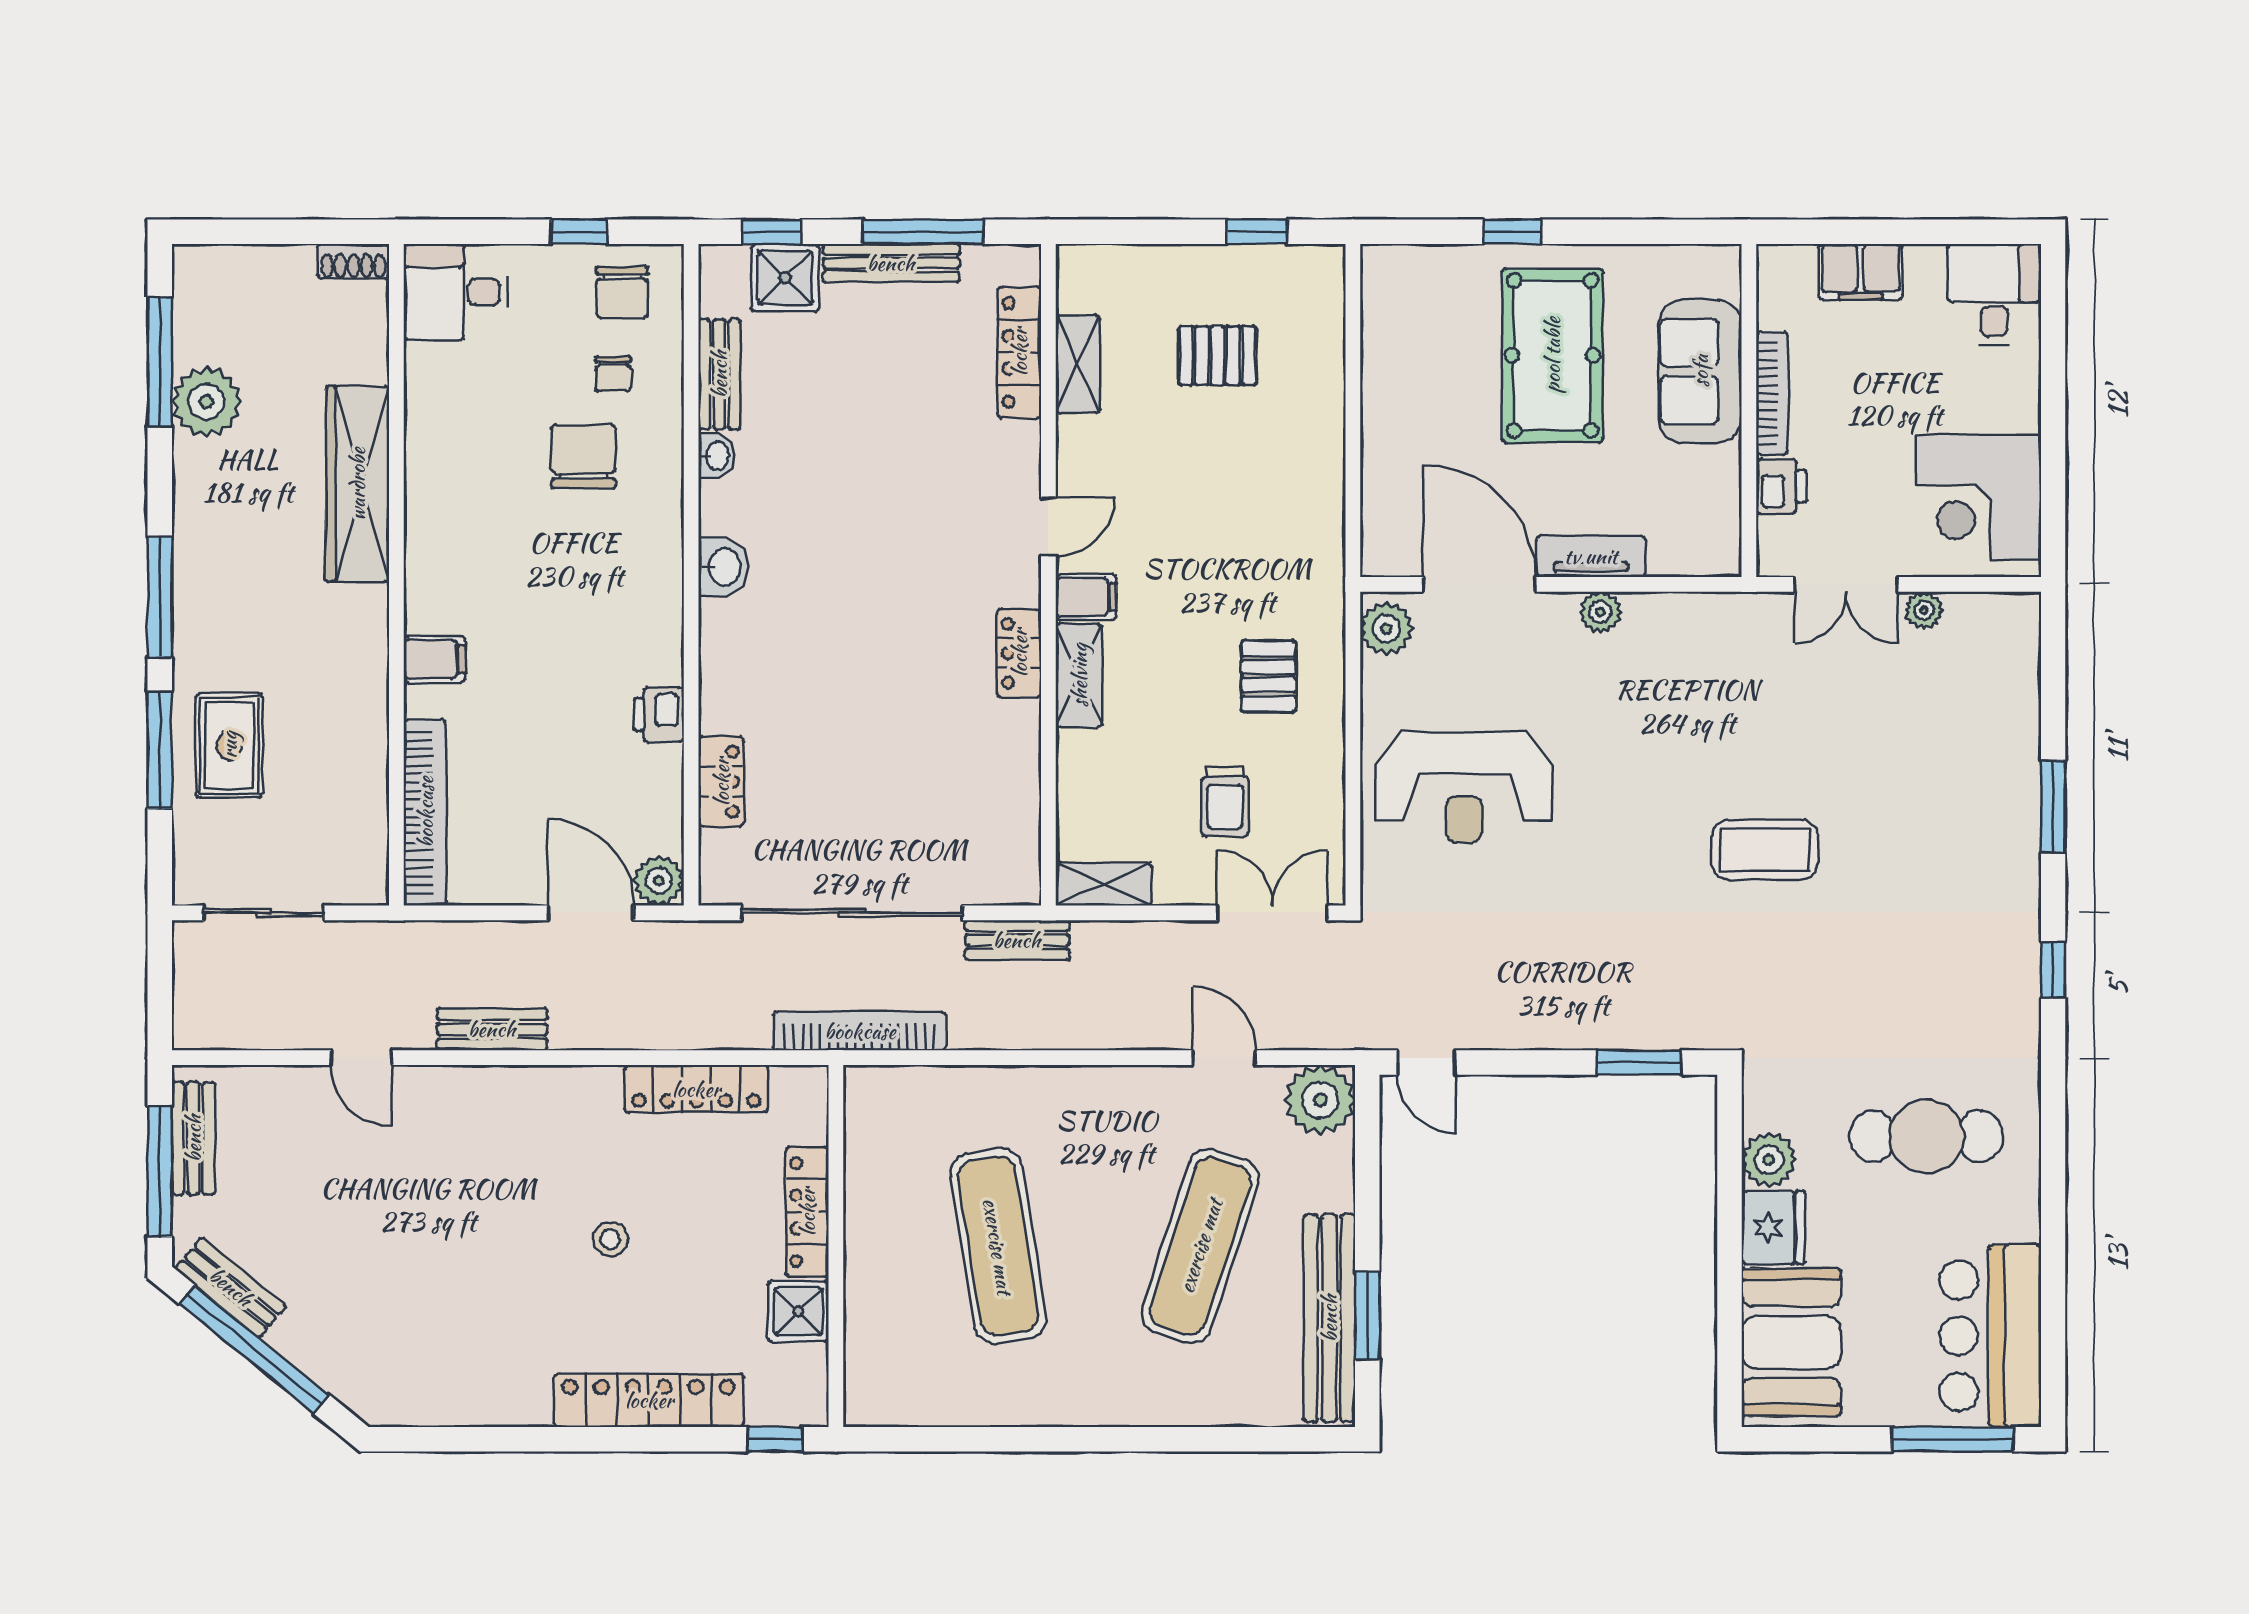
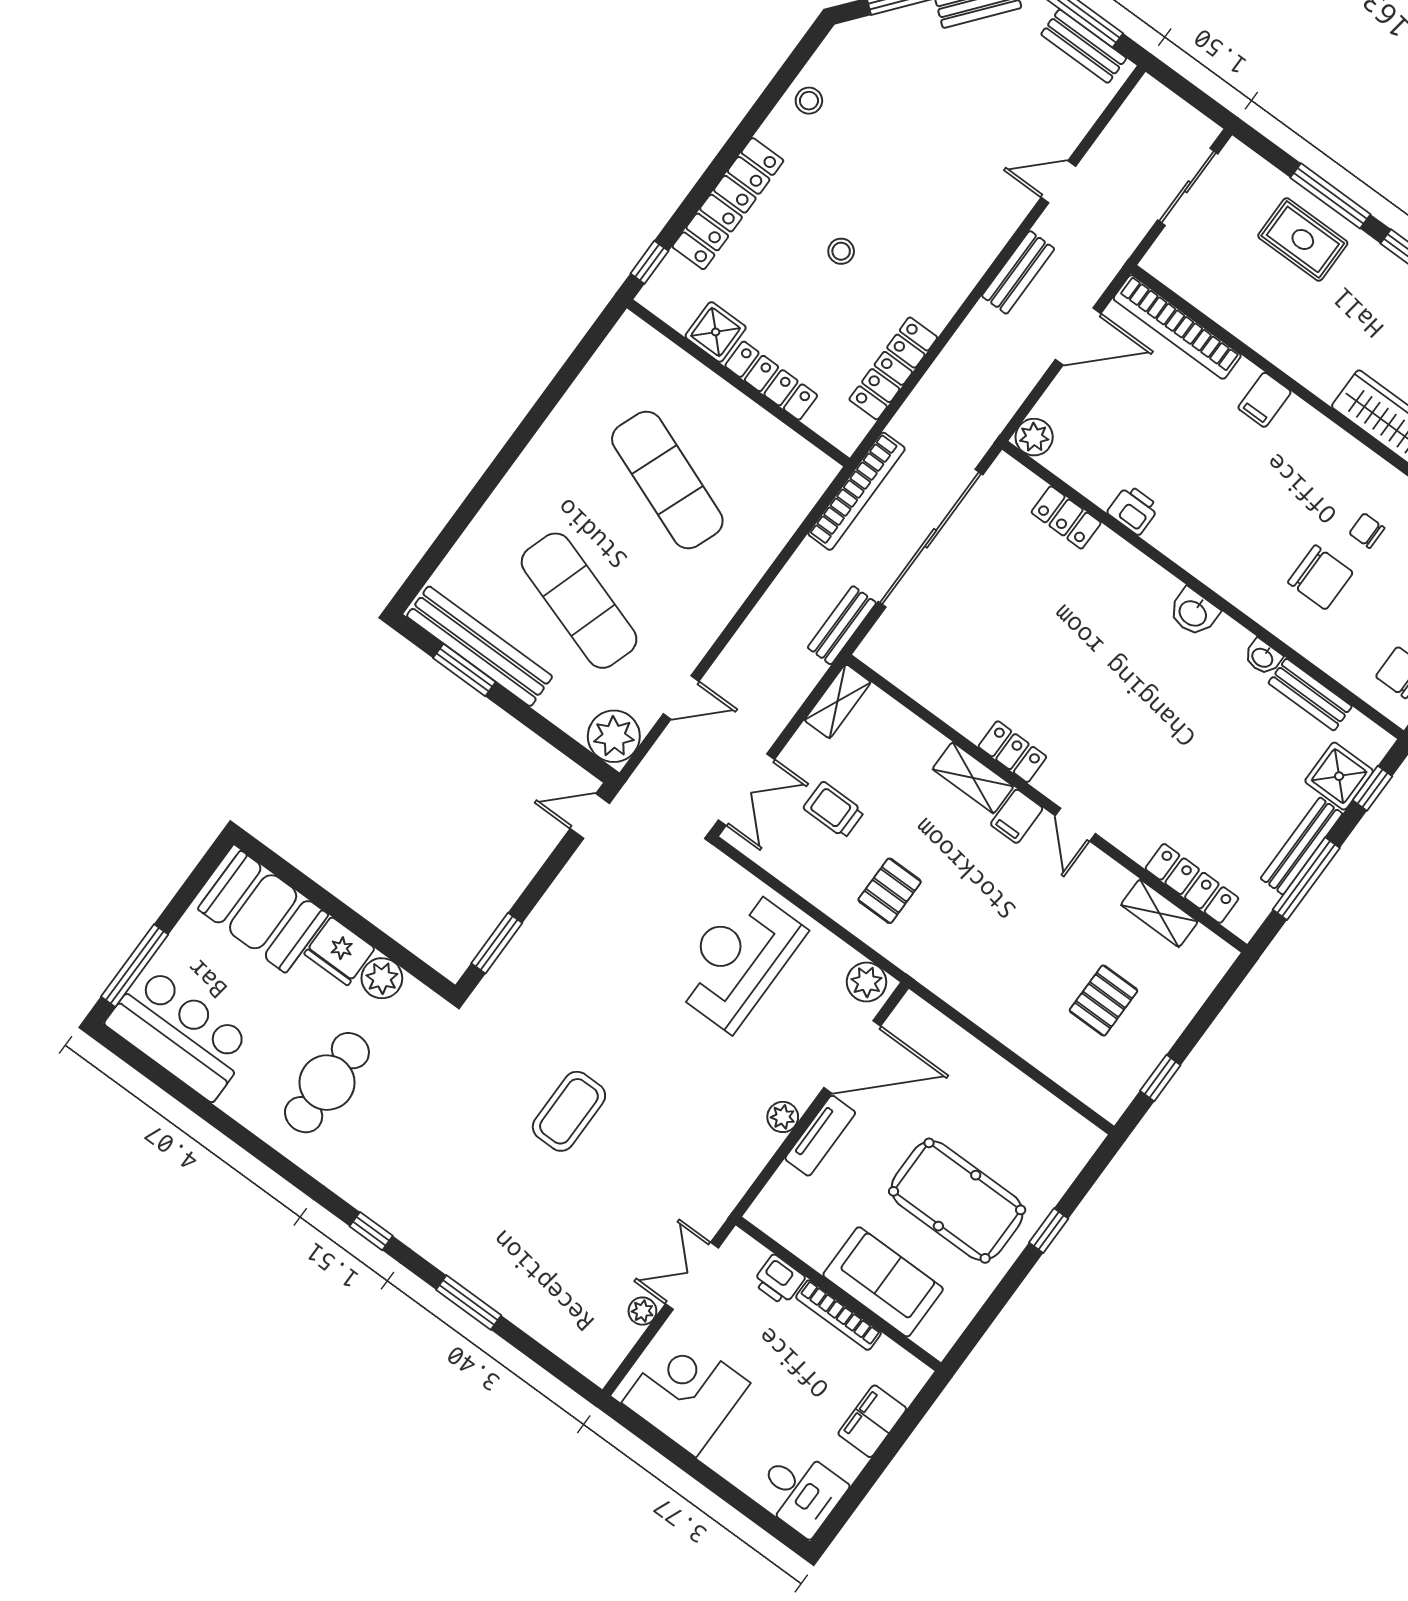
chair: (613, 374) -> (1367, 531), moved
pallet: (1269, 676) -> (890, 891), turned 90
door: (591, 913) -> (1078, 336), moved
exercise mat: (998, 1246) -> (667, 480), turned 30
stool: (472, 1394) -> (809, 101), added

